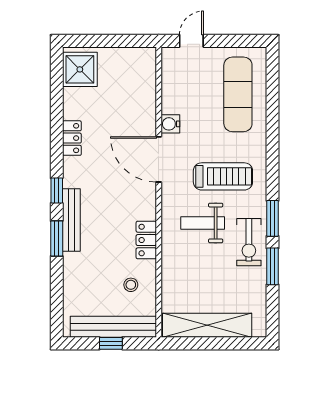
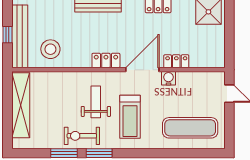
locker: (147, 113) -> (176, 61), added
locker: (146, 240) -> (106, 61), moved
stool: (131, 285) -> (50, 49), width x1.89, depth x1.89

